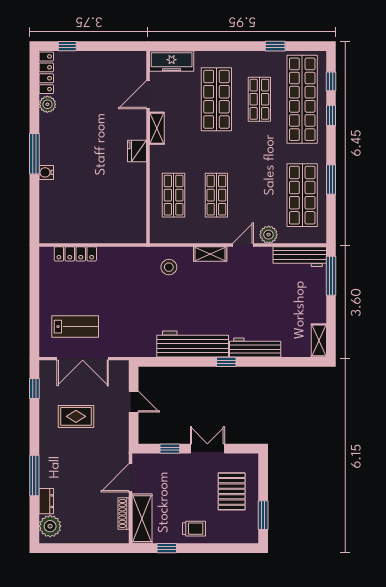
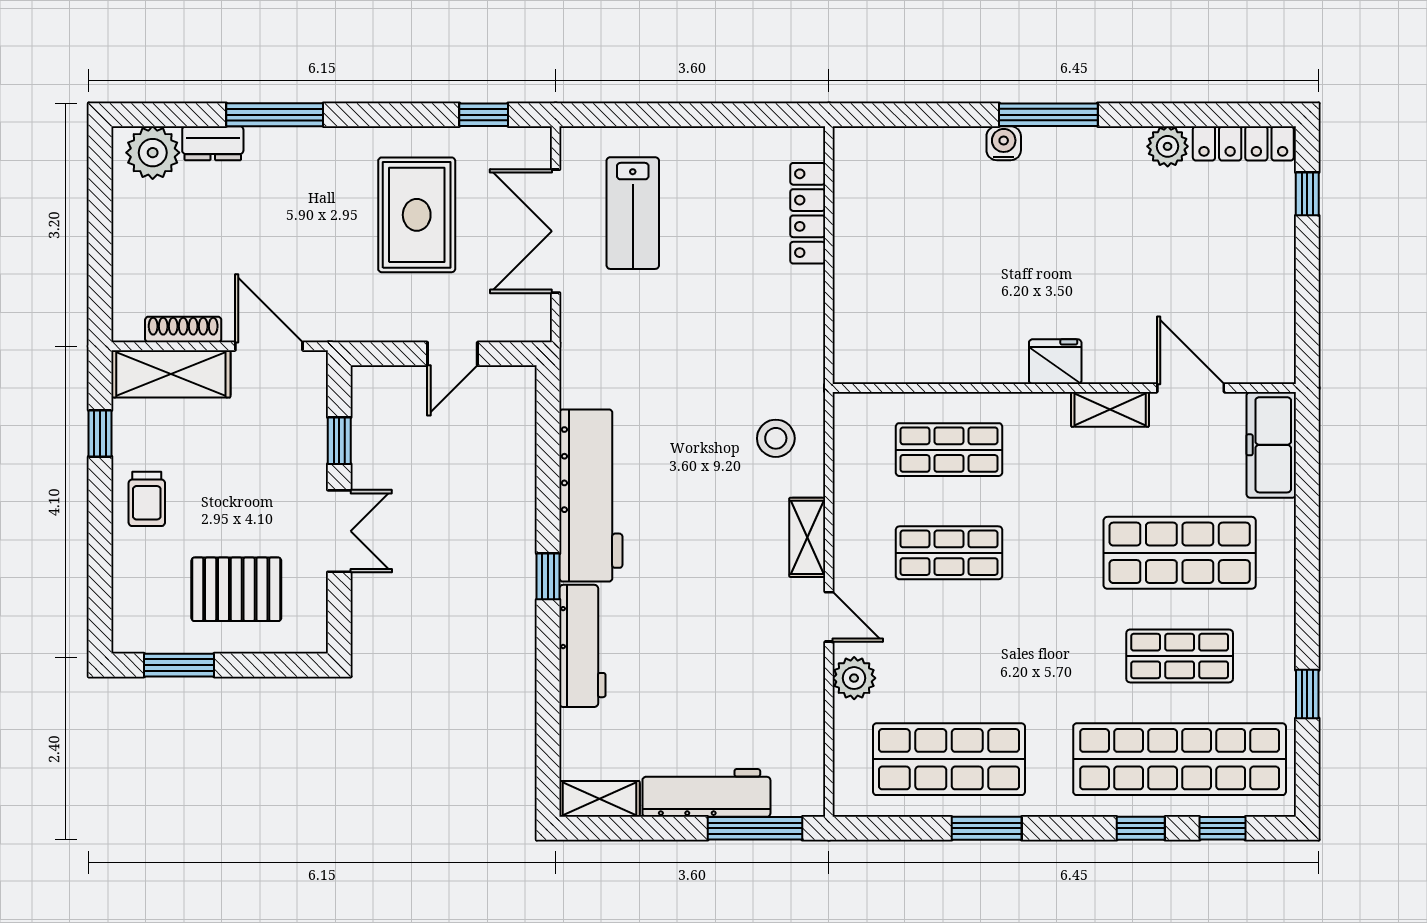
workbench: (300, 257) -> (706, 793), moved, turned 90
rug: (76, 416) -> (417, 215), width x1.36, depth x1.43

